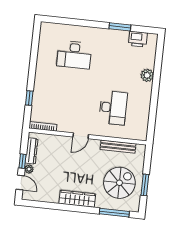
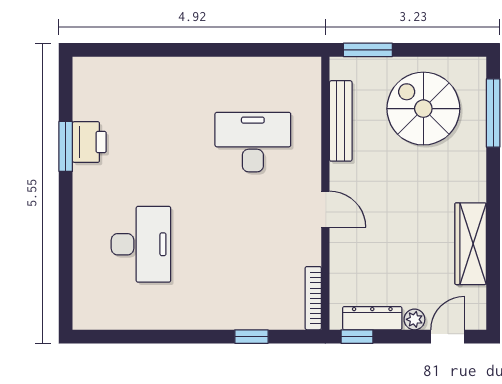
printer: (138, 39) -> (89, 142), moved
plant: (147, 75) -> (170, 72), removed
window: (22, 161) -> (357, 337), moved
window: (145, 185) -> (368, 50), moved
wardrobe: (77, 199) -> (471, 244), moved

